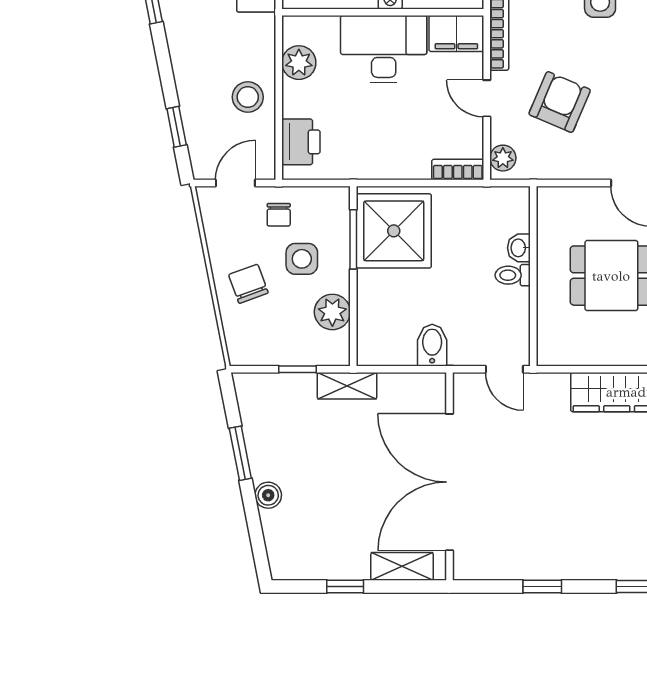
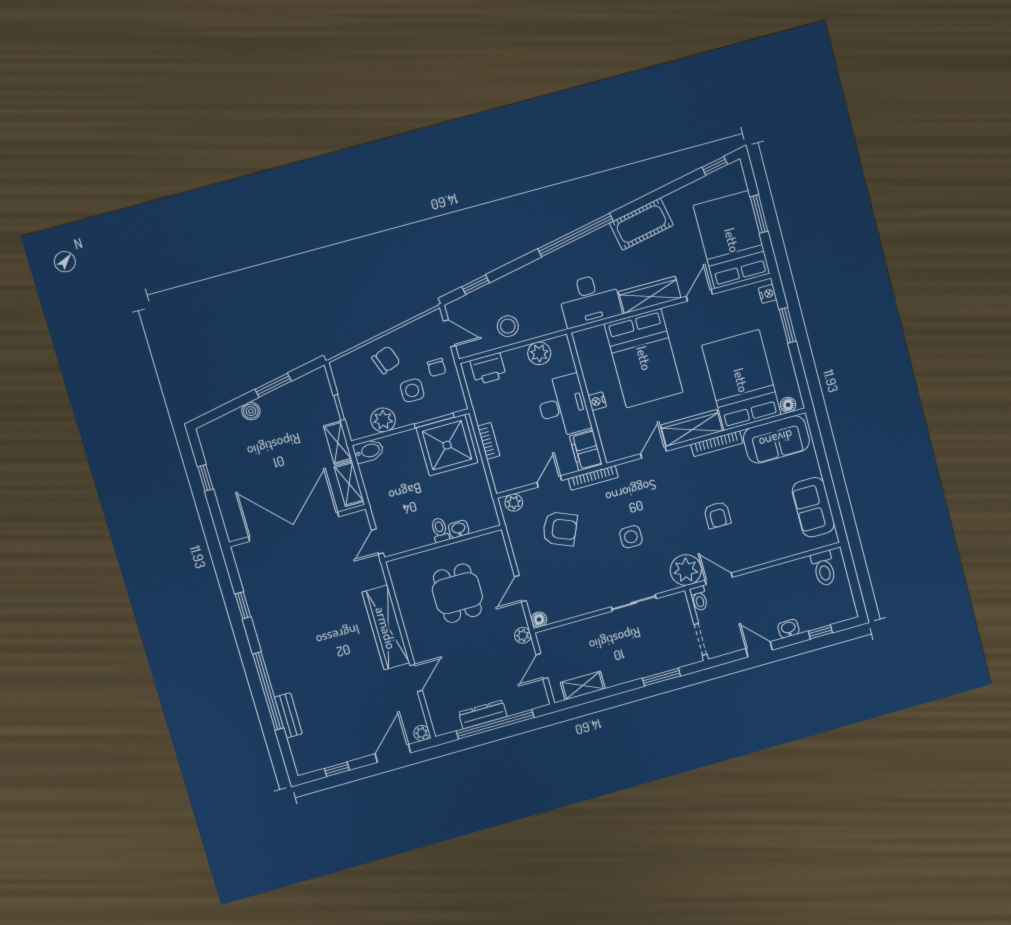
bookcase: (458, 170) -> (489, 441), moved
chair: (279, 215) -> (437, 367), turned -90
bidet: (432, 345) -> (369, 451), moved
shelving: (402, 566) -> (349, 484), moved

